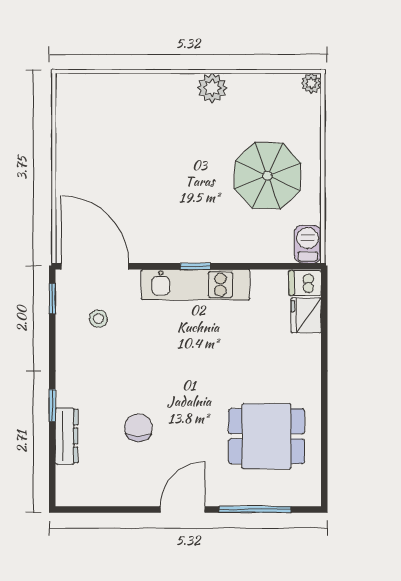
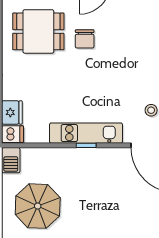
chair: (138, 428) -> (85, 39), moved

